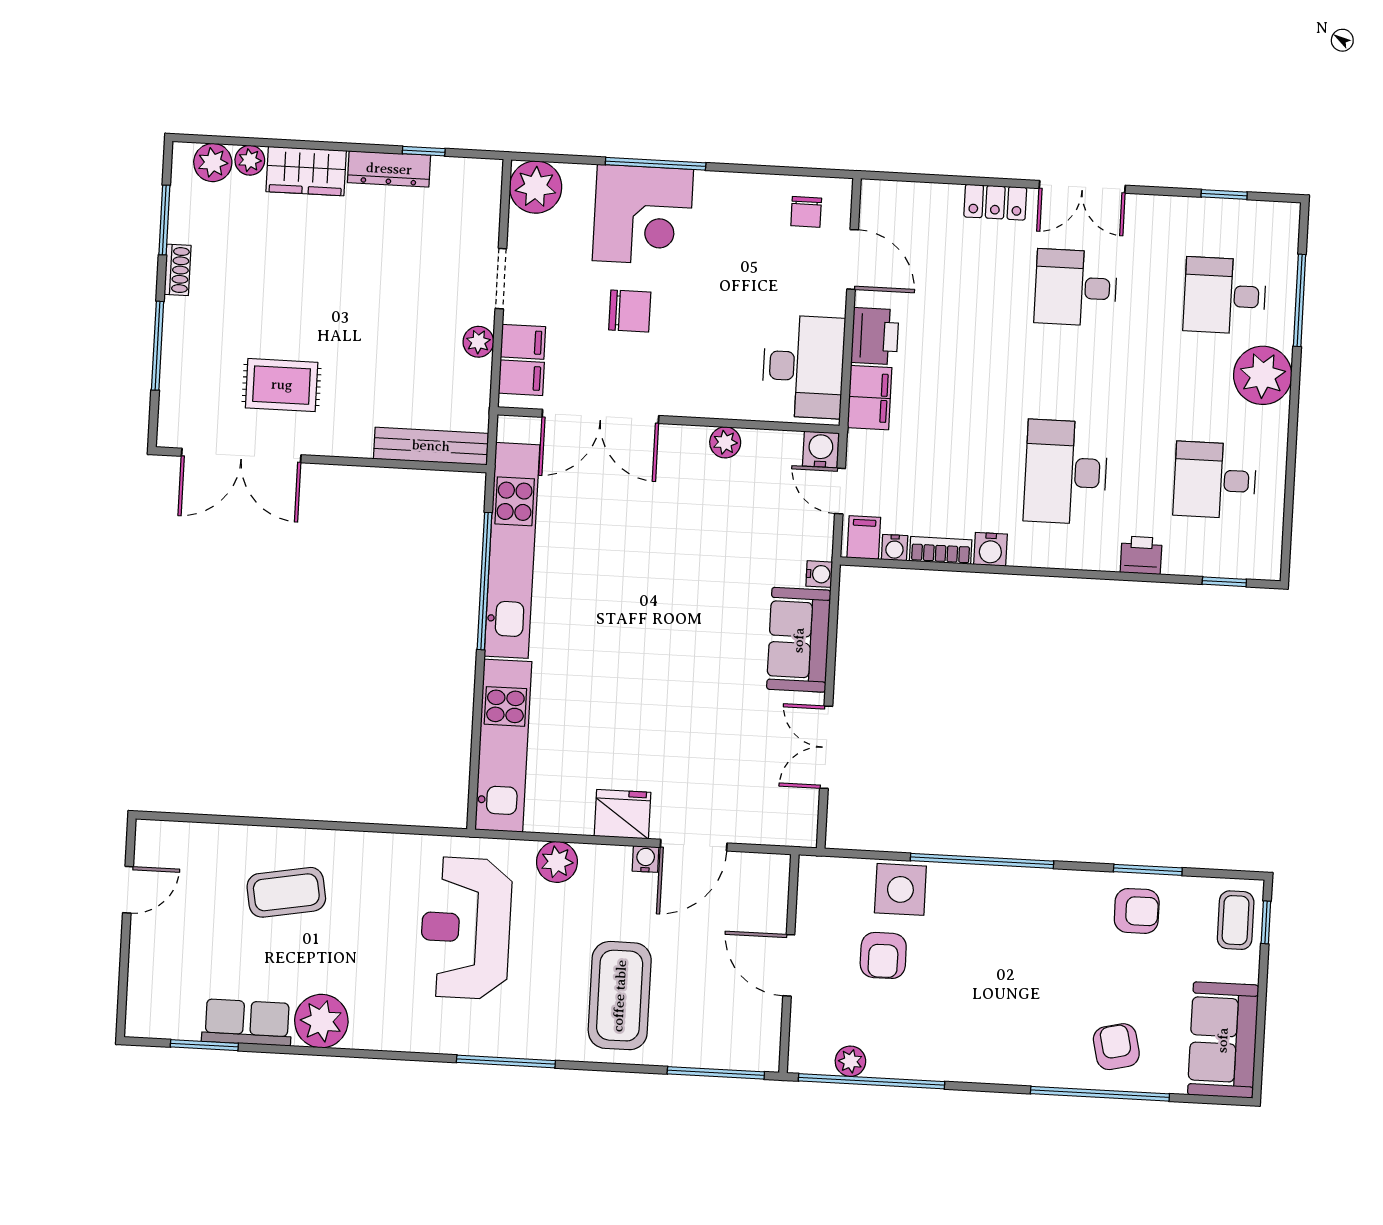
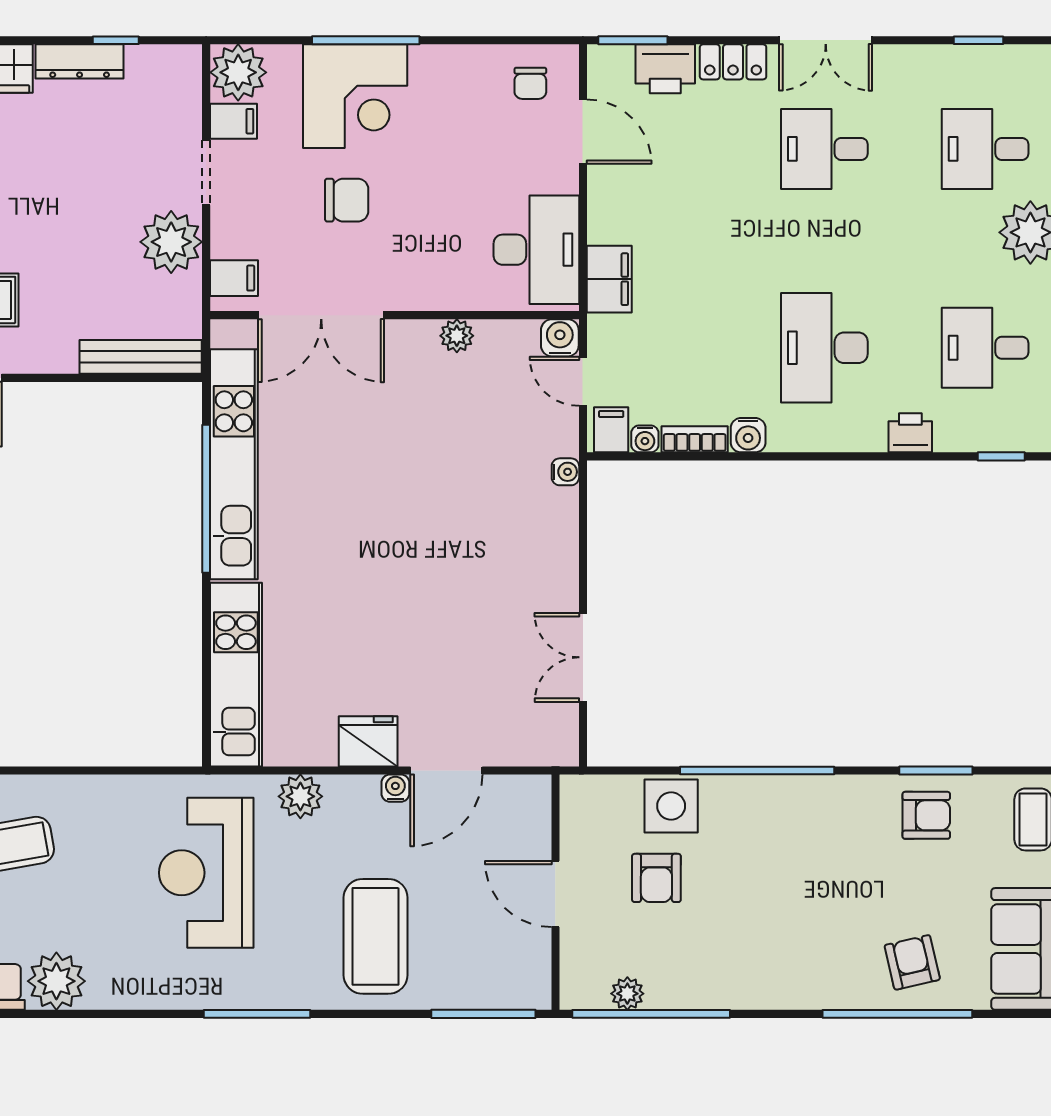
window: (903, 177) -> (633, 40), added
printer: (875, 336) -> (665, 69), moved, turned 90
plant: (478, 342) -> (171, 242), width x1.88, depth x1.88
filing cabinet: (523, 342) -> (233, 121), moved
sofa: (799, 640) -> (547, 544), removed

